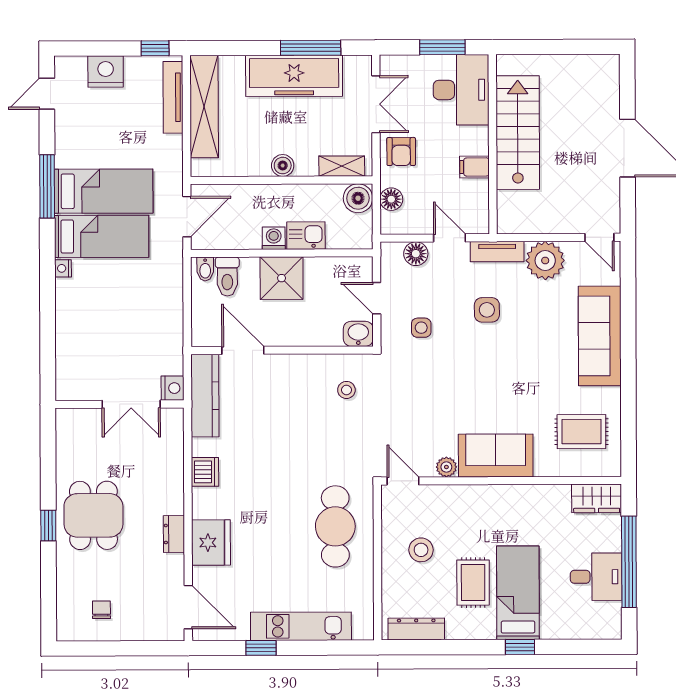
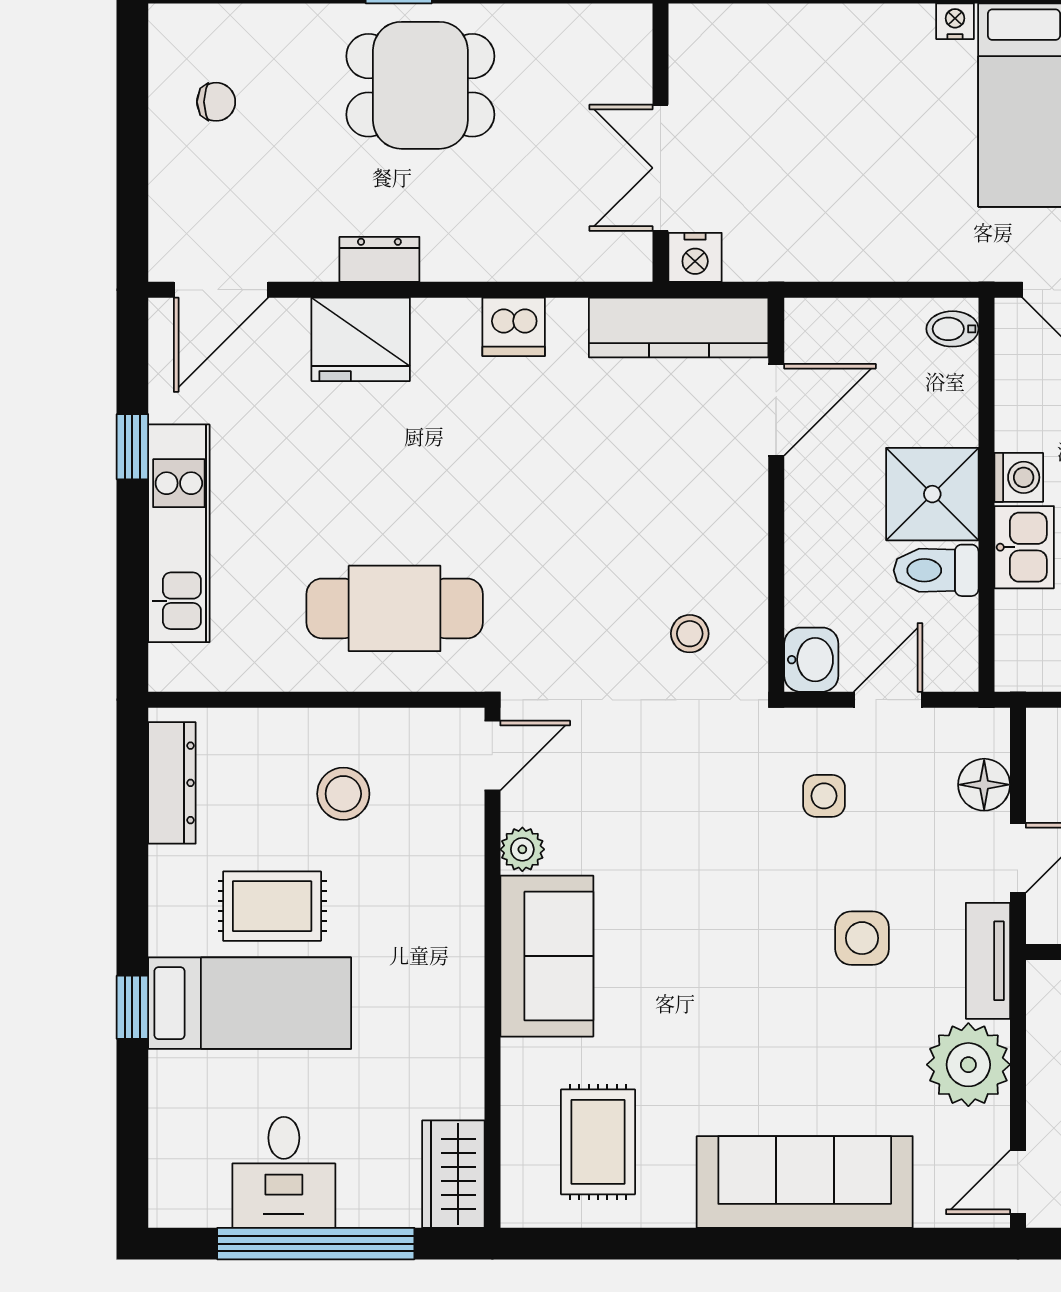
toilet: (227, 277) -> (936, 570), moved

